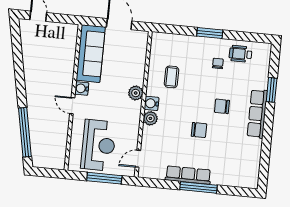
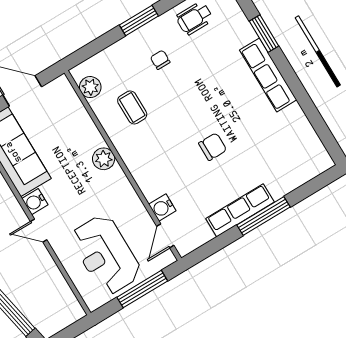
chair: (218, 63) -> (160, 60), moved
water cooler: (152, 103) -> (162, 208), moved
chair: (222, 106) -> (219, 98), removed
plant: (150, 118) -> (90, 87), moved
reception desk: (98, 145) -> (106, 255), turned 180

